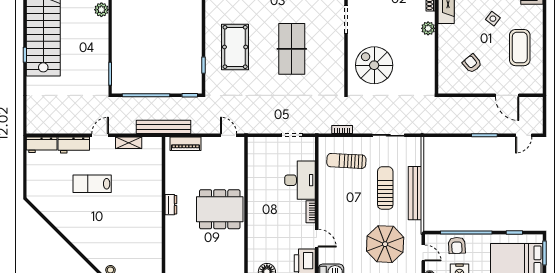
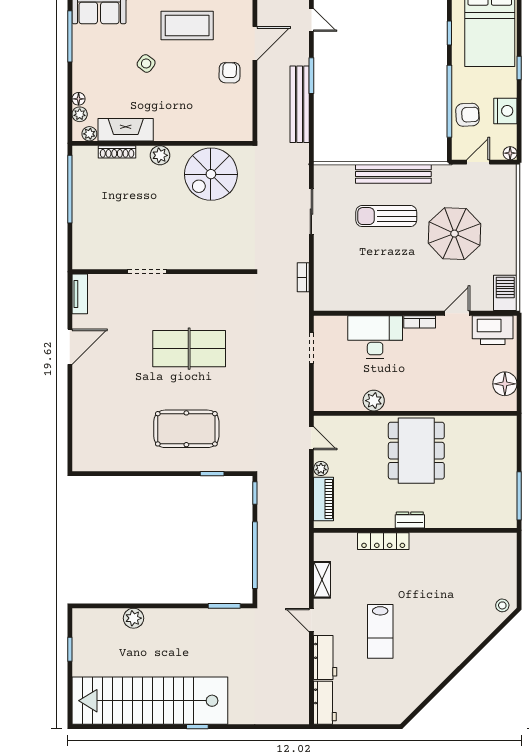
armchair: (472, 63) -> (230, 73), moved, turned 131
spiral stairs: (374, 65) -> (211, 174), moved
bench: (163, 127) -> (300, 104), moved
door: (229, 135) -> (311, 438), swing flipped
plant: (207, 142) -> (321, 469), added
sun lounger: (346, 161) -> (348, 271), removed
plant: (255, 179) -> (374, 401), added
locker: (156, 186) -> (383, 541), added
parasol: (385, 244) -> (454, 234), moved

